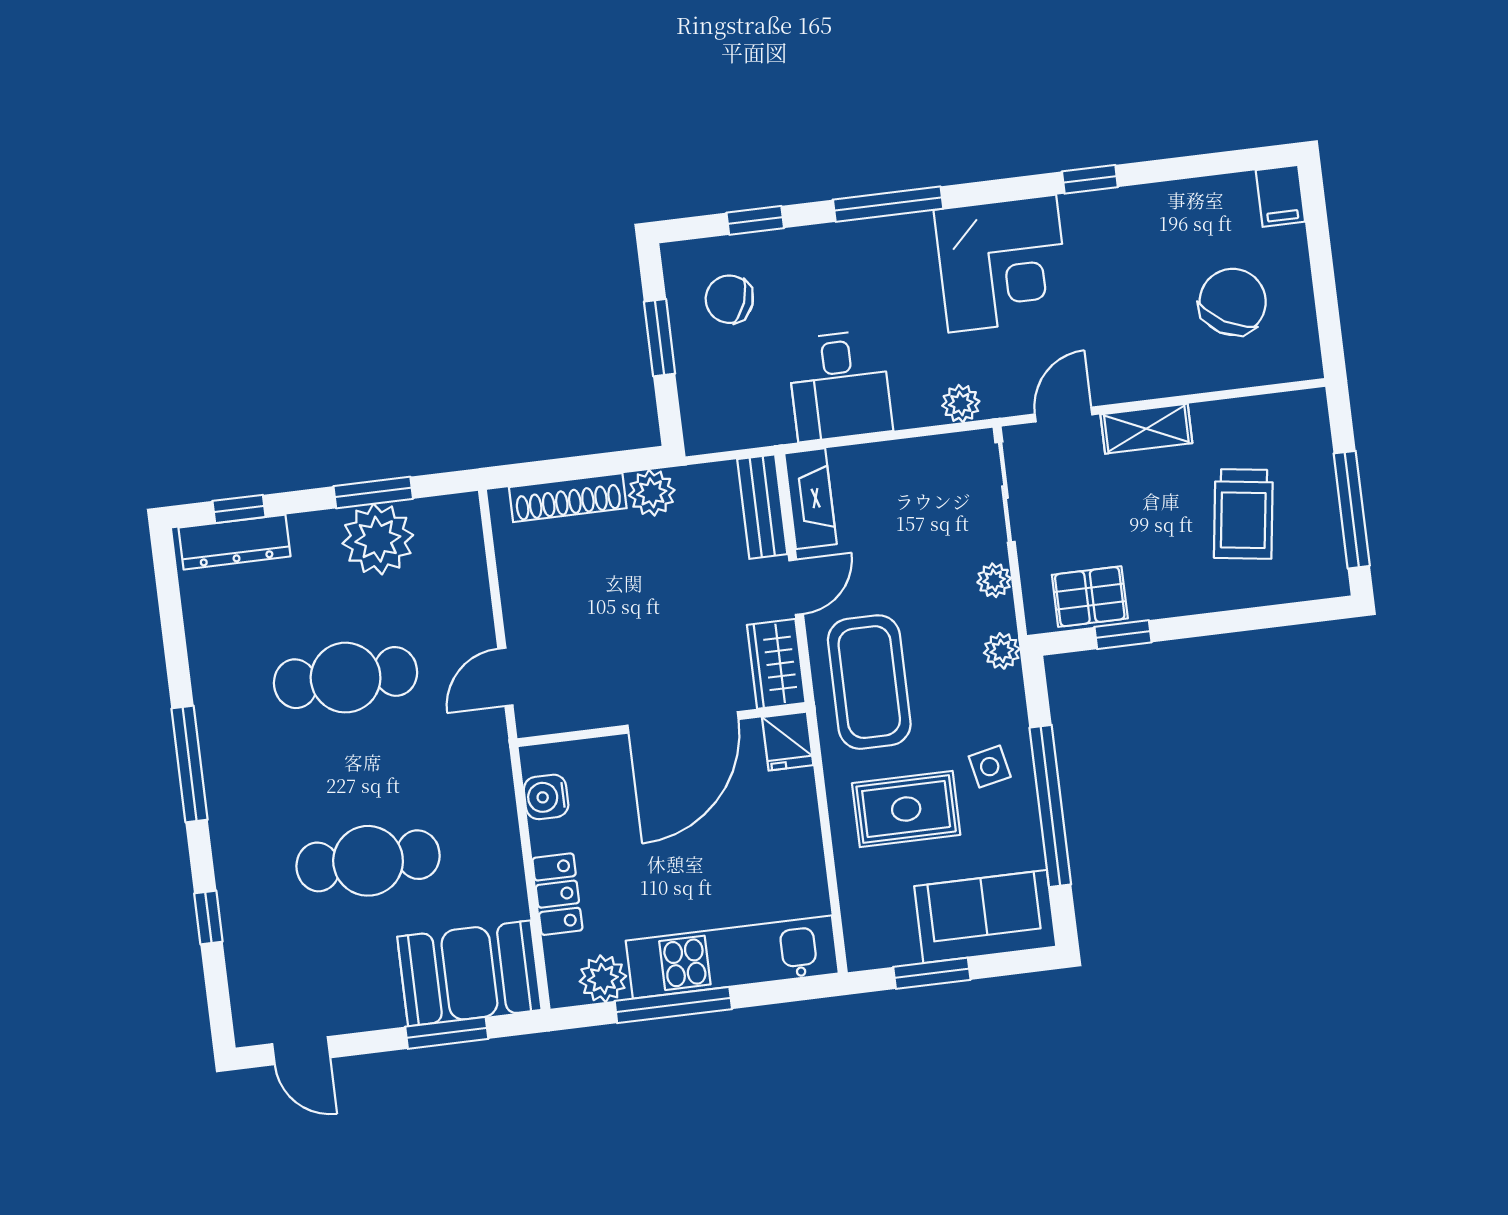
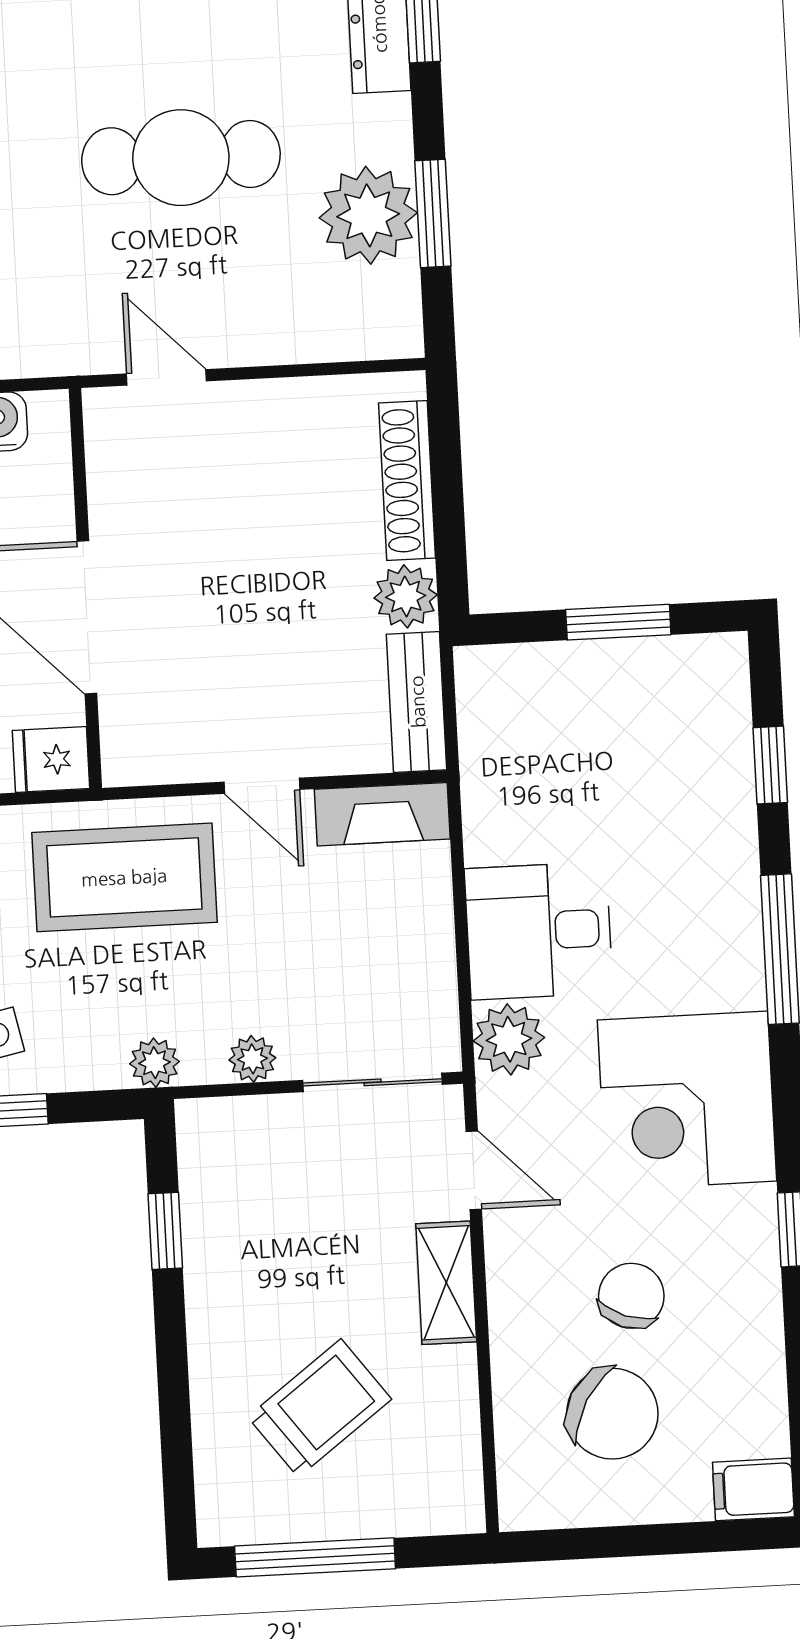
chair: (729, 299) -> (631, 1296), moved
desk: (840, 385) -> (539, 931), moved
plant: (961, 404) -> (509, 1039), width x1.38, depth x1.38
bench: (762, 507) -> (417, 702), moved, turned 90
trolley: (1243, 514) -> (320, 1408), turned 135
pallet: (1090, 597) -> (221, 1189), removed
wardrobe: (776, 664) -> (158, 751), removed
cafe table: (346, 678) -> (181, 158), turned 90

